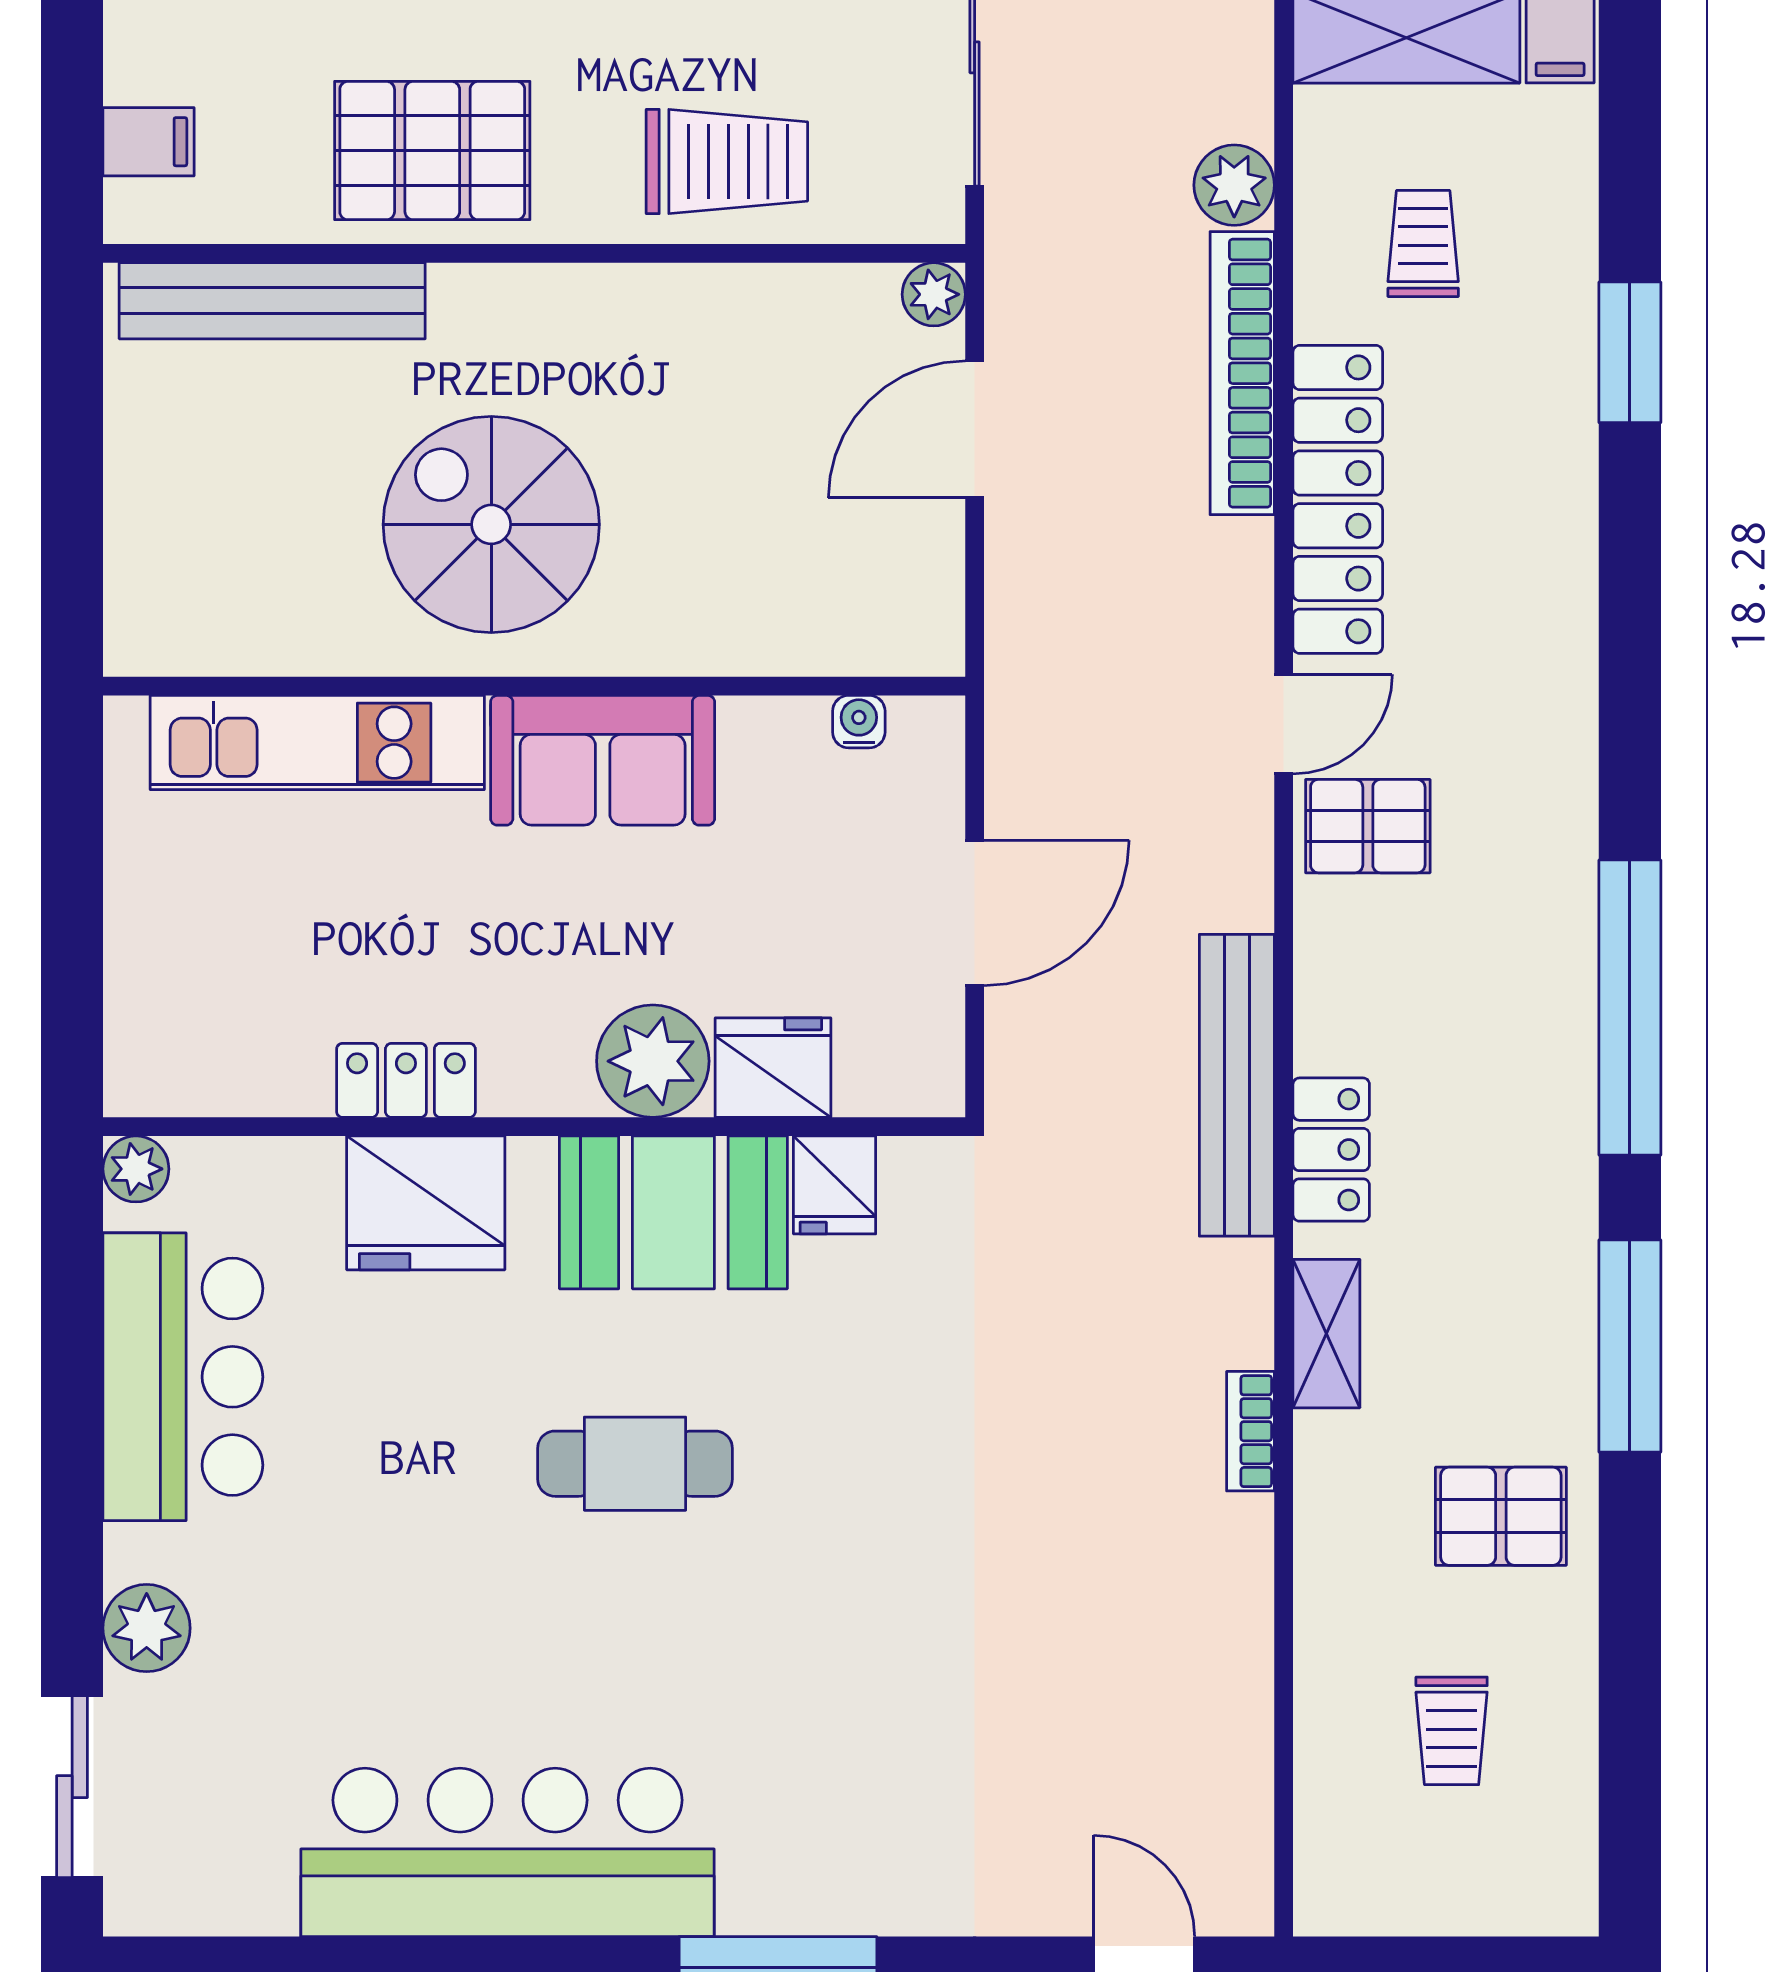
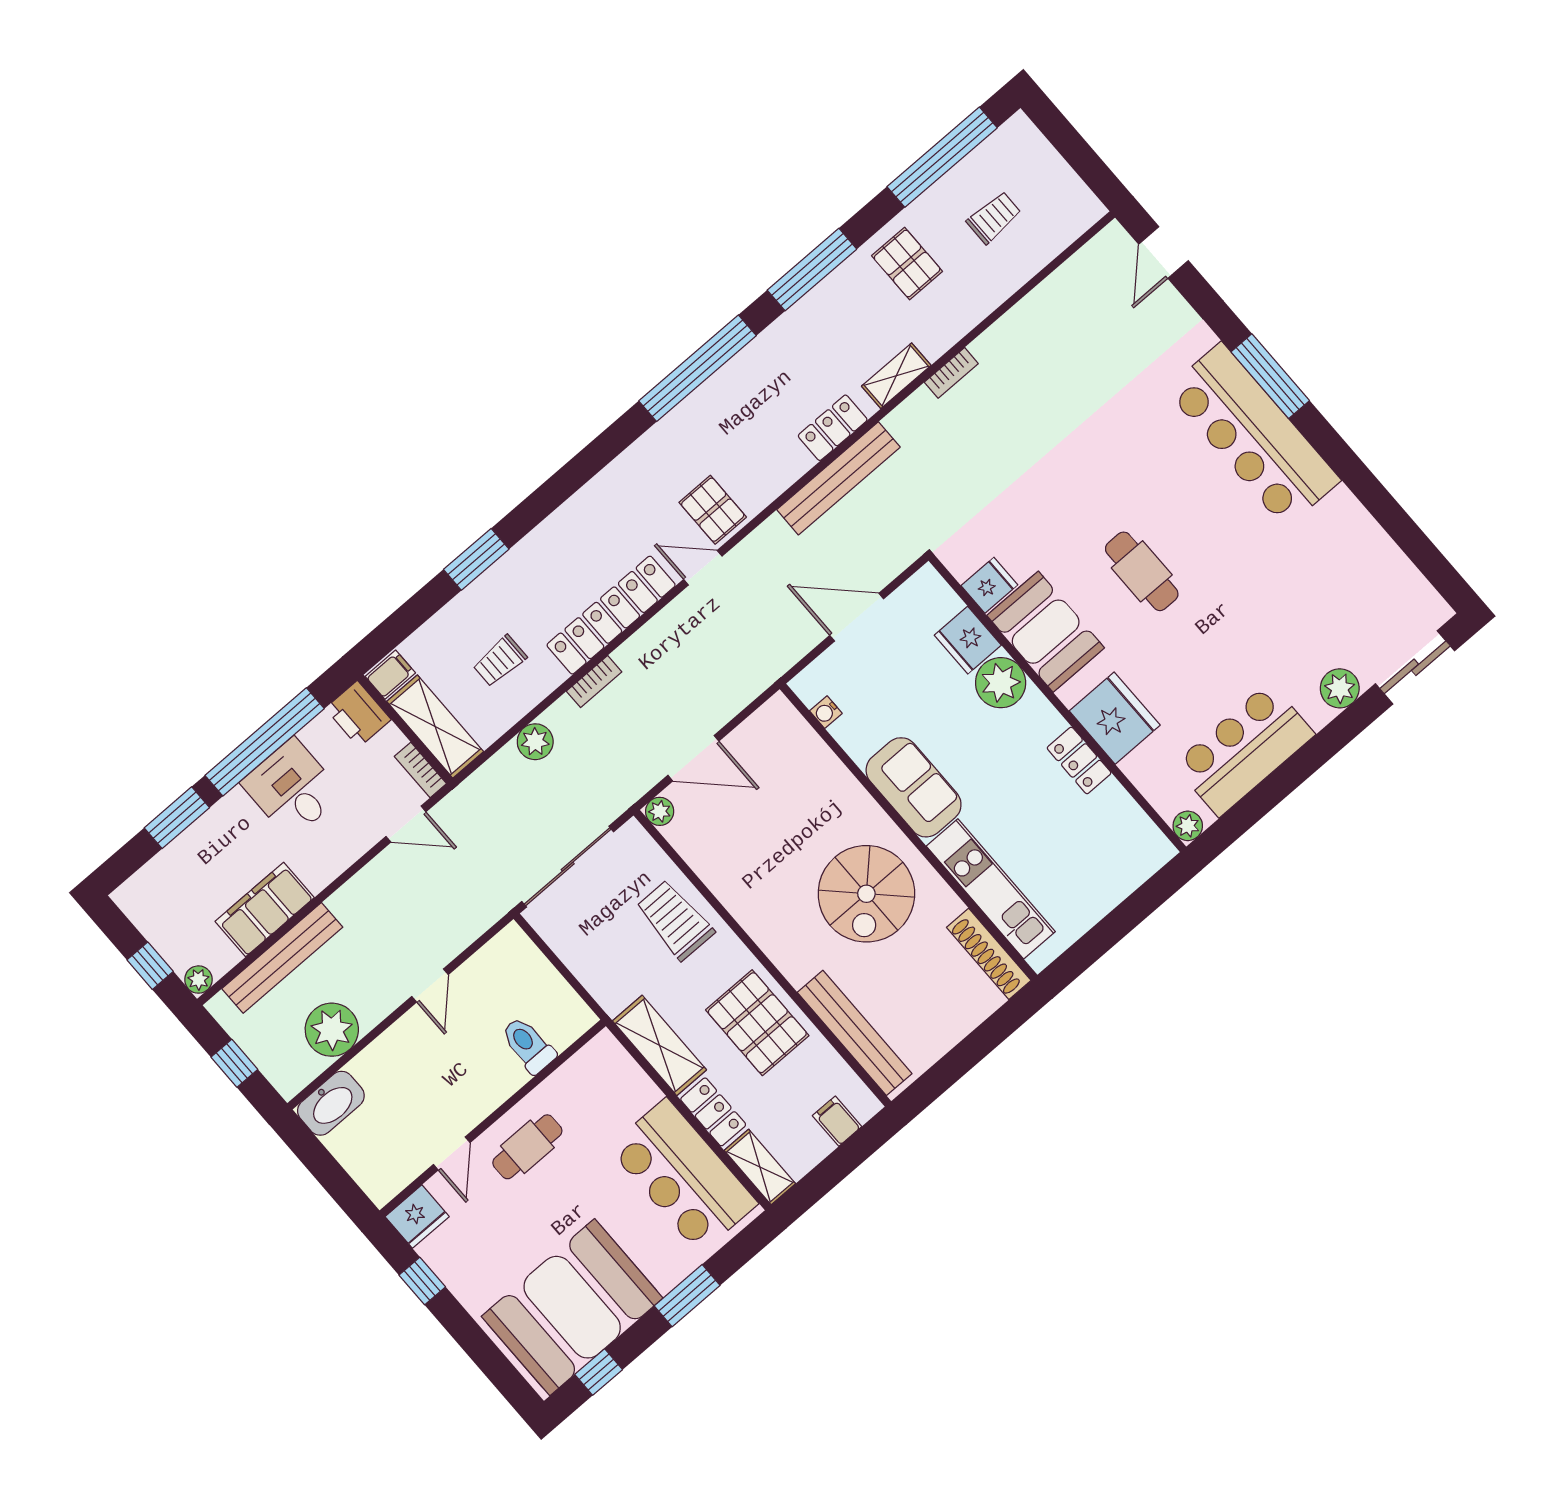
bookcase: (1242, 373) -> (594, 682), width x0.43, depth x0.76
shoe rack: (210, 644) -> (989, 954), added
window: (1630, 1731) -> (942, 157), added
bar counter: (508, 1852) -> (1253, 435), moved

